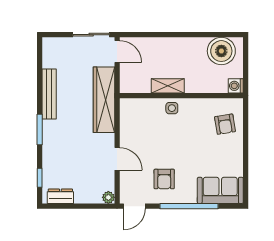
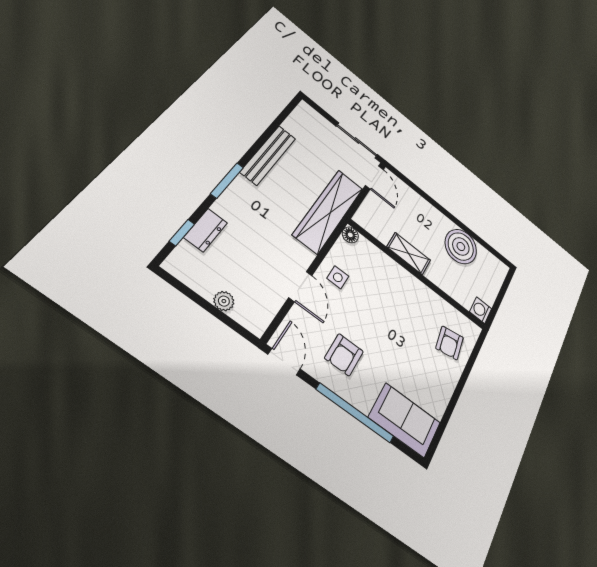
boiler: (221, 51) -> (461, 246), moved
floor lamp: (125, 104) -> (350, 235), added
side table: (172, 108) -> (338, 277), moved
dresser: (60, 196) -> (206, 230), moved, turned 90
plant: (108, 197) -> (224, 301), moved
door: (134, 206) -> (284, 362), swing flipped

